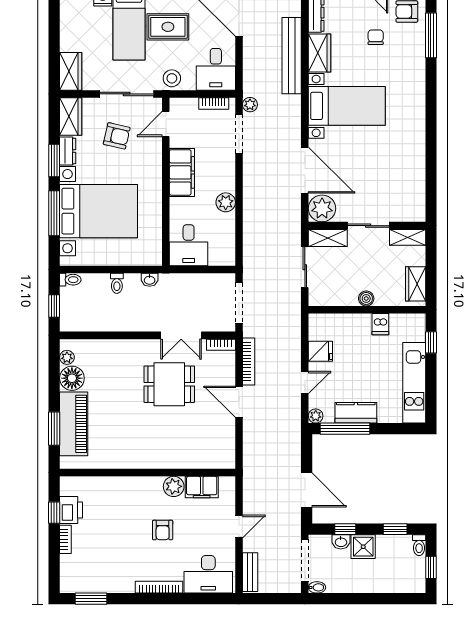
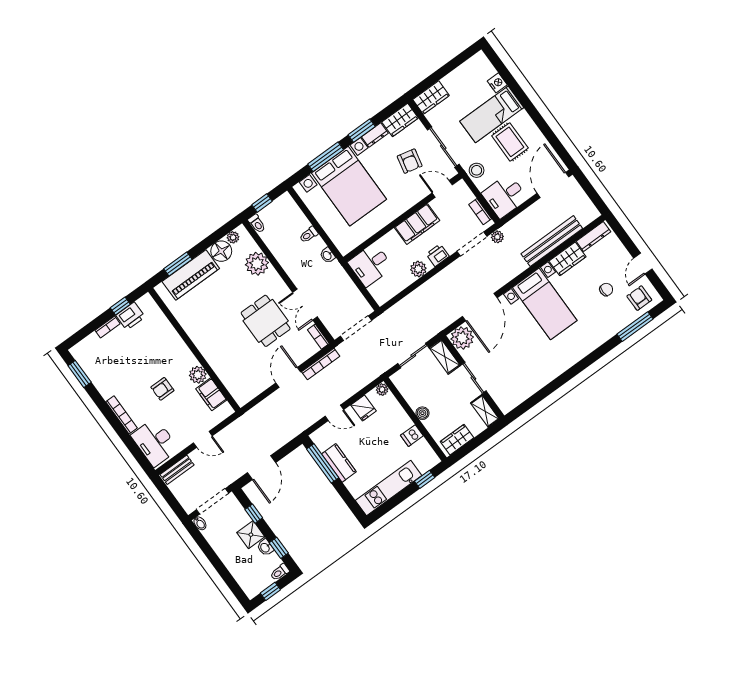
printer: (226, 174) -> (438, 255), added
toilet: (70, 280) -> (257, 224), moved
plant: (109, 353) -> (257, 264), added
plant: (316, 416) -> (382, 389), moved
washbasin: (341, 542) -> (265, 548), moved

